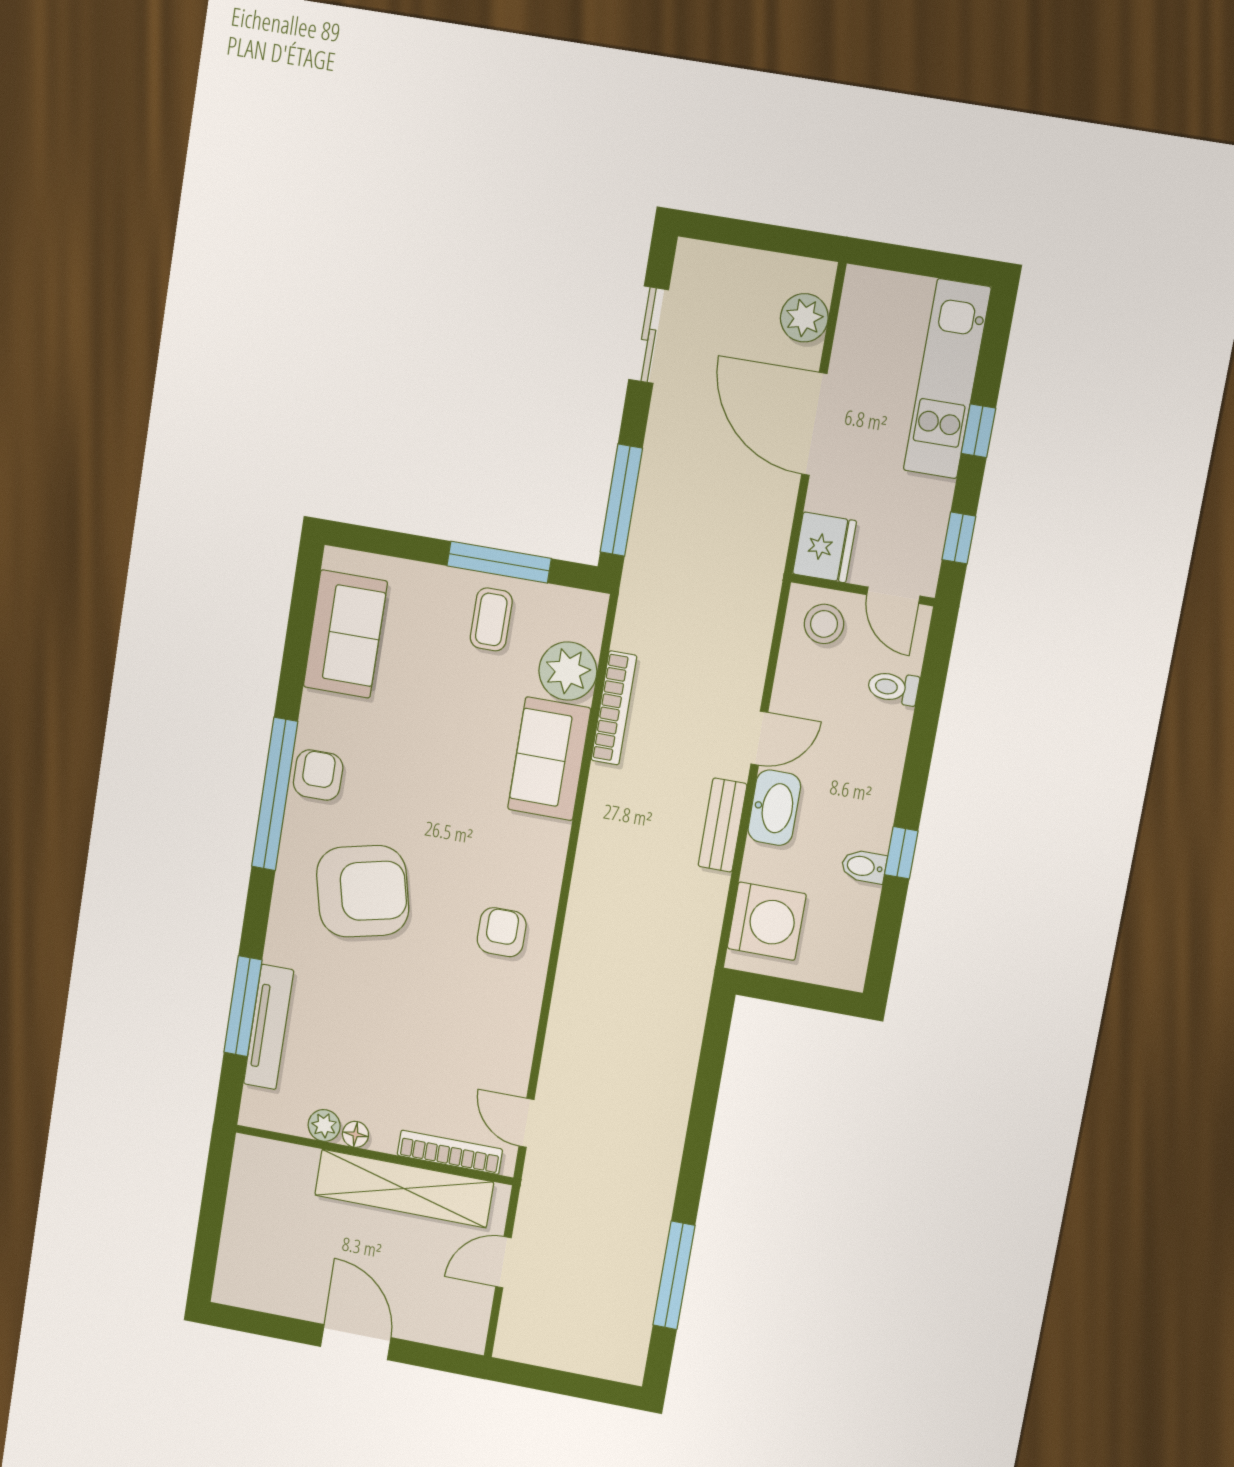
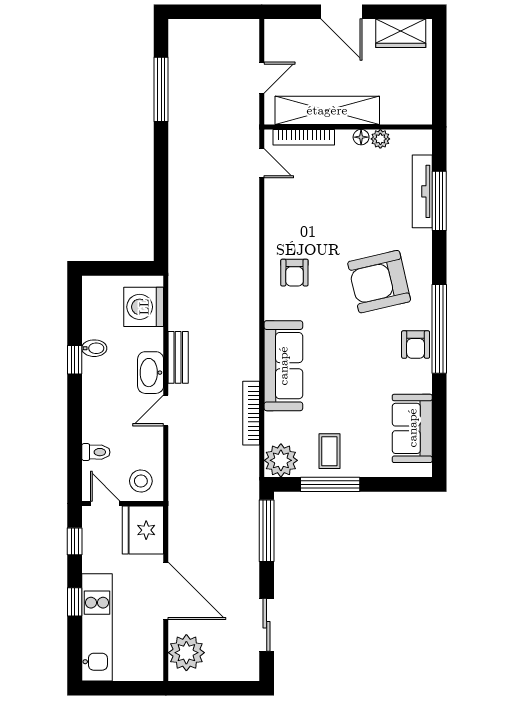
plant: (804, 318) -> (186, 653), width x1.36, depth x1.36
fridge: (824, 547) -> (143, 530), width x1.36, depth x1.34
plant: (568, 671) -> (281, 460), moved
sofa: (549, 759) -> (283, 366), width x1.36
wardrobe: (265, 1289) -> (401, 33), added

